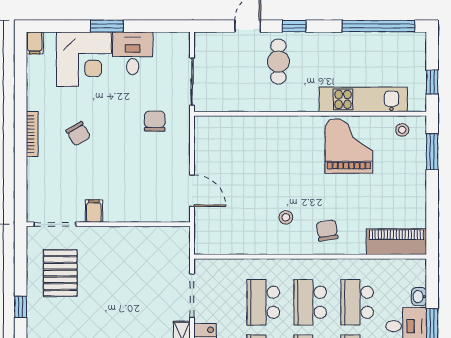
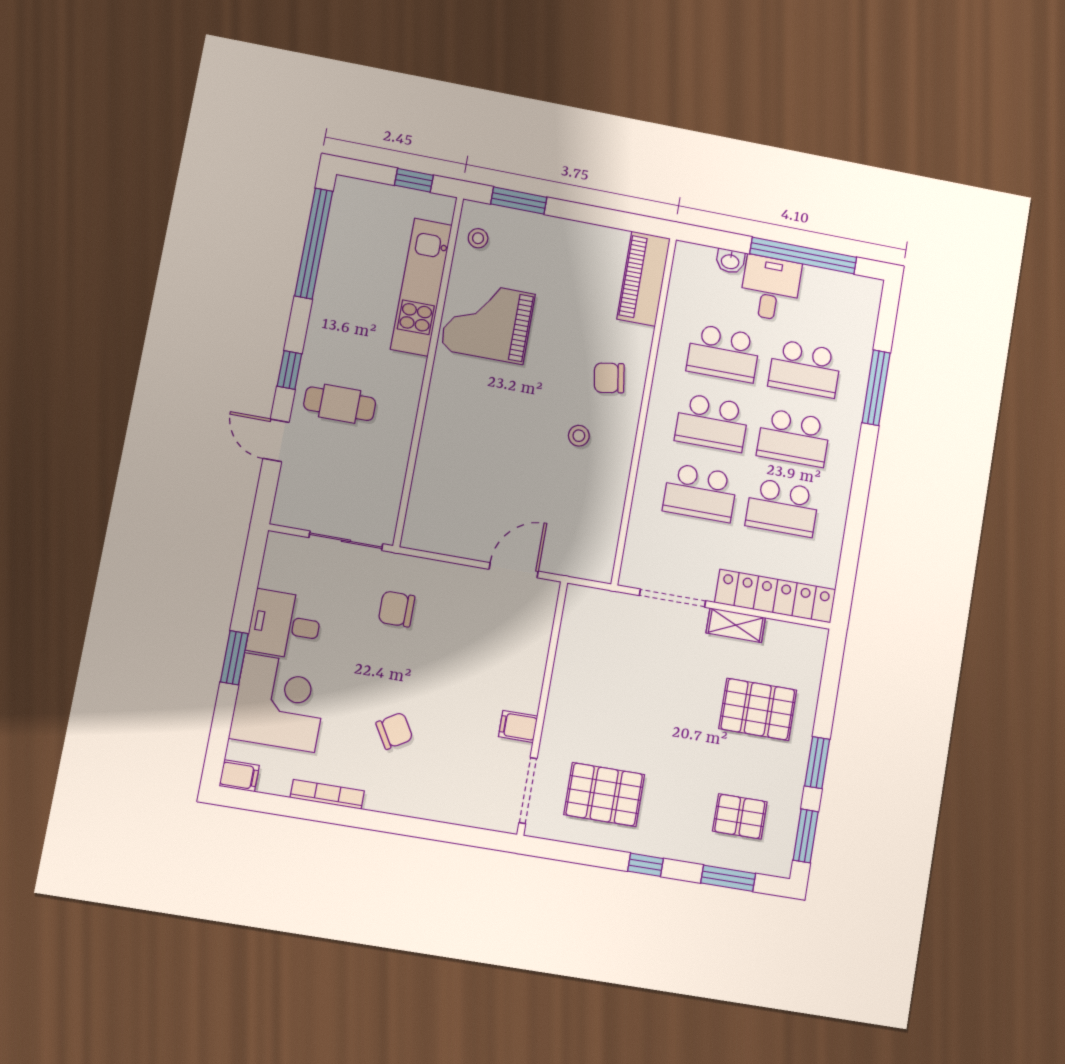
bookcase: (32, 134) -> (327, 794), moved

